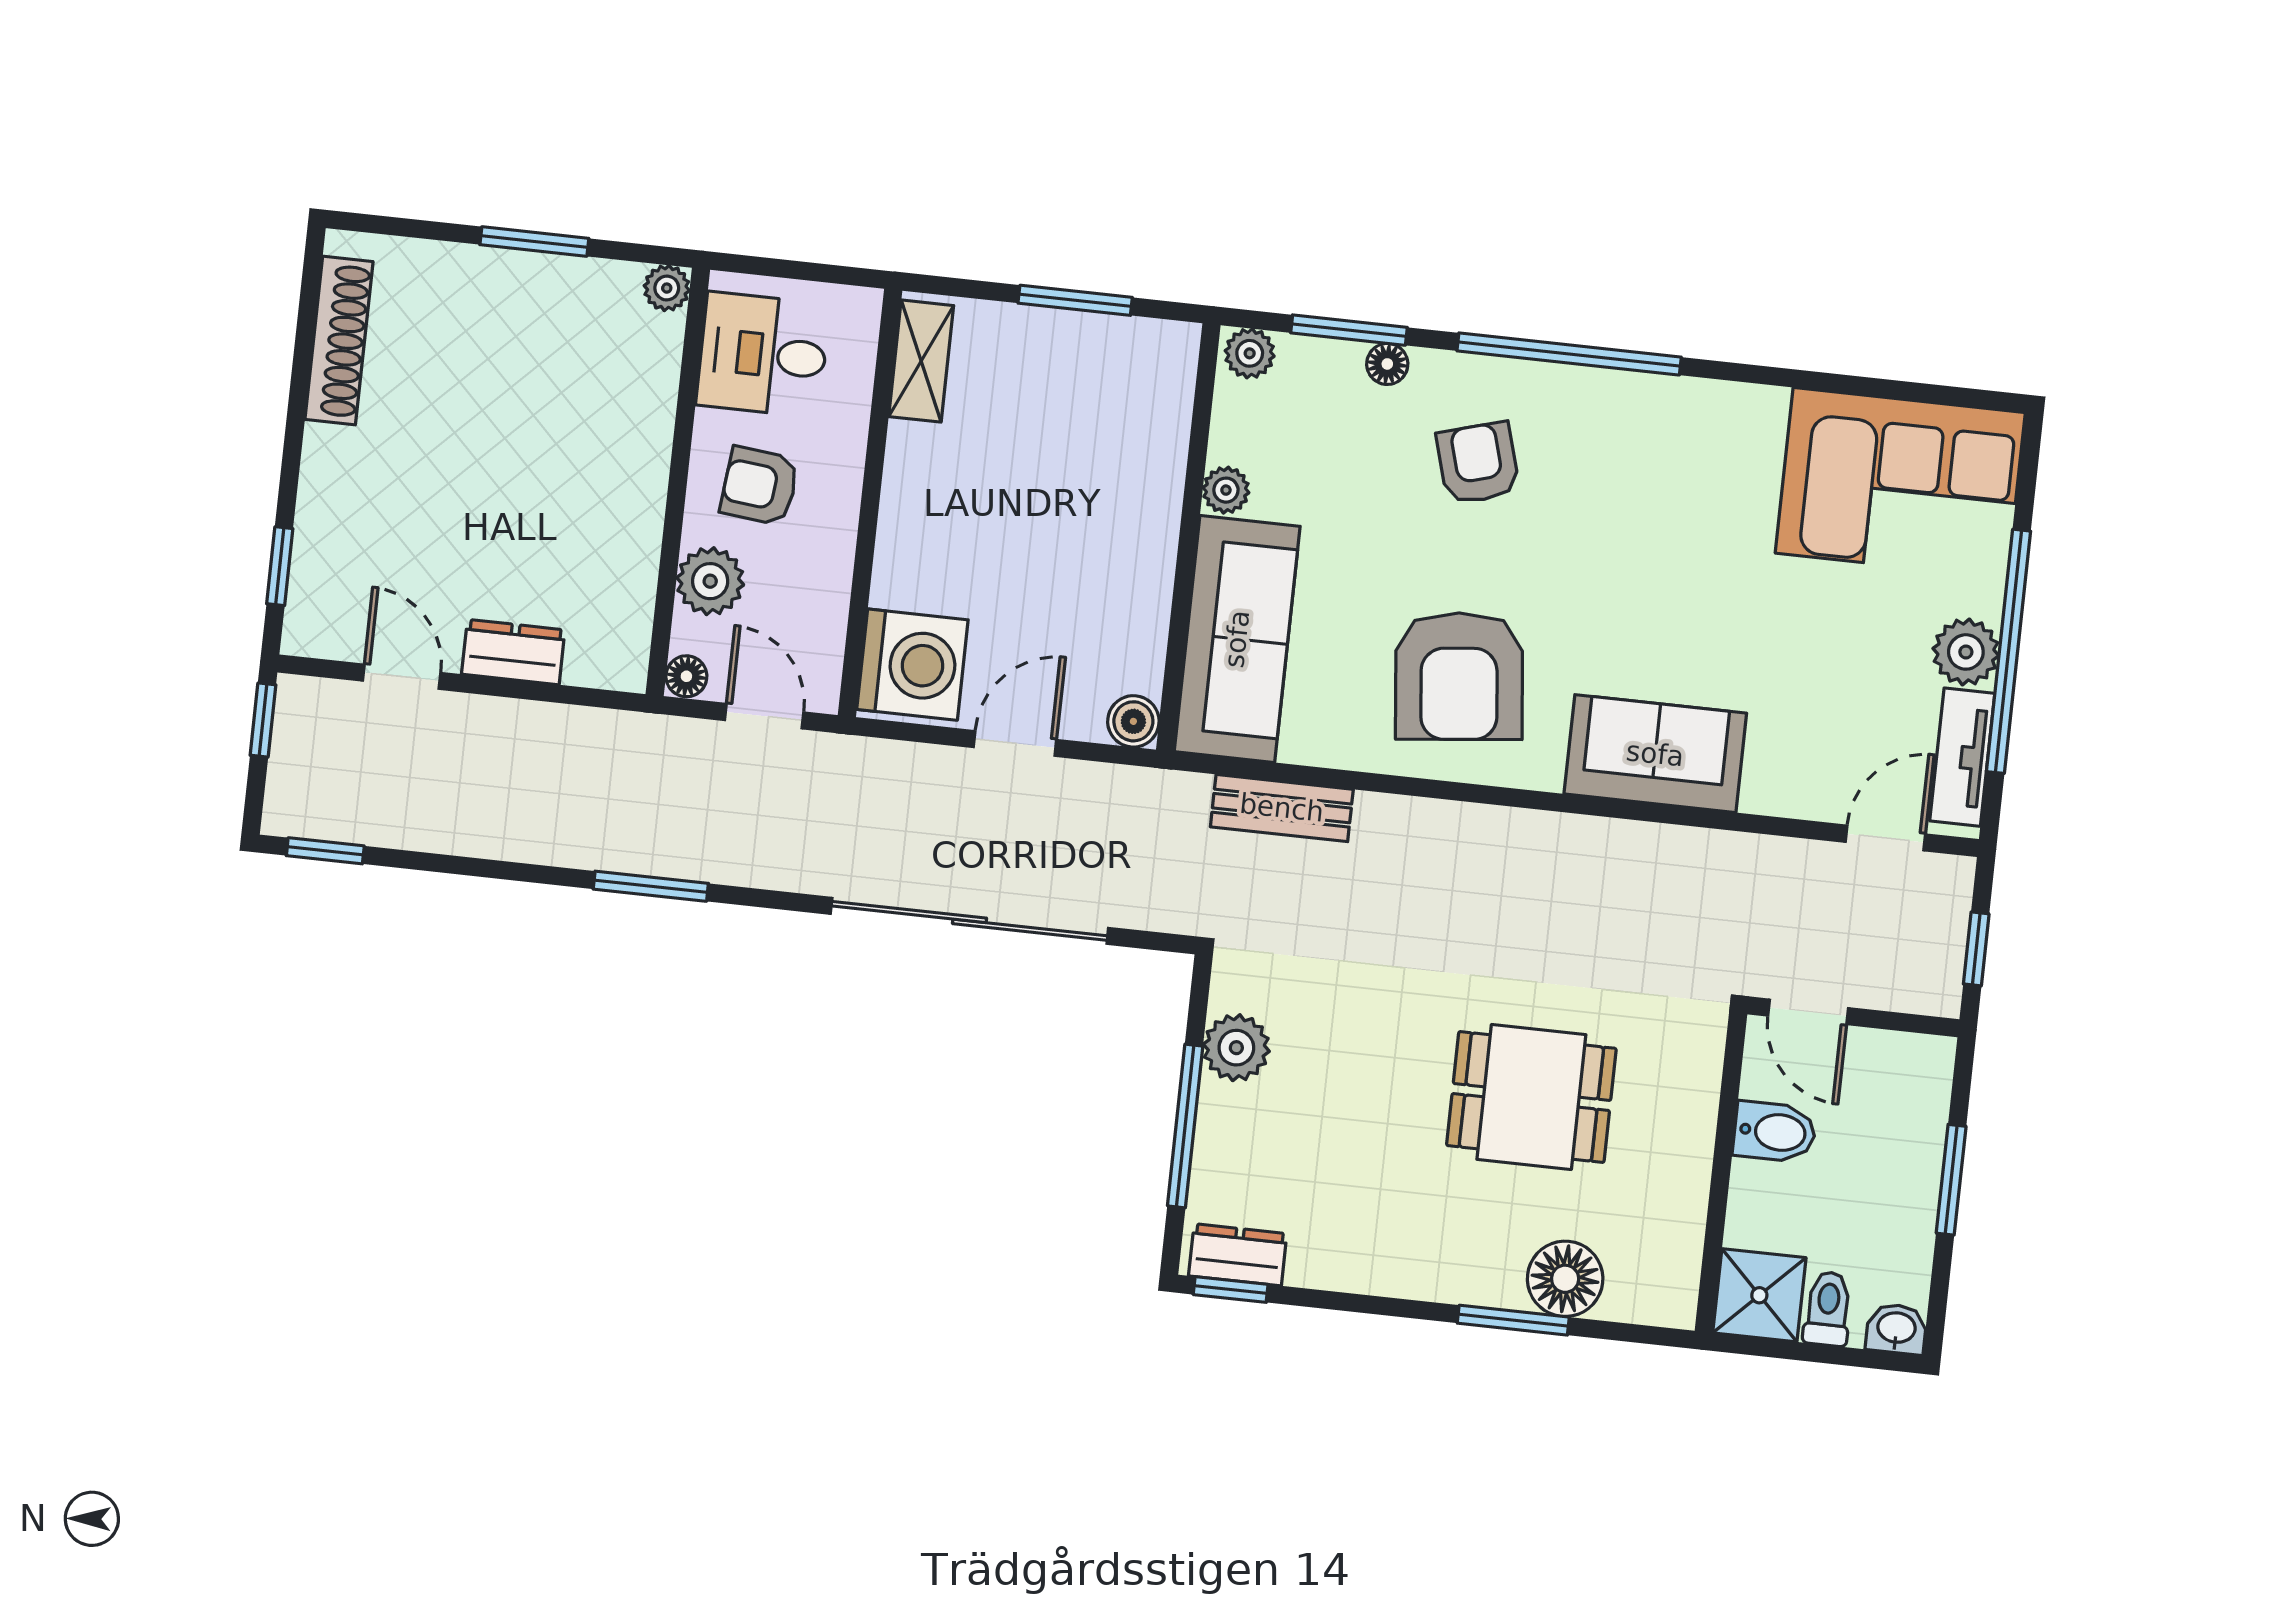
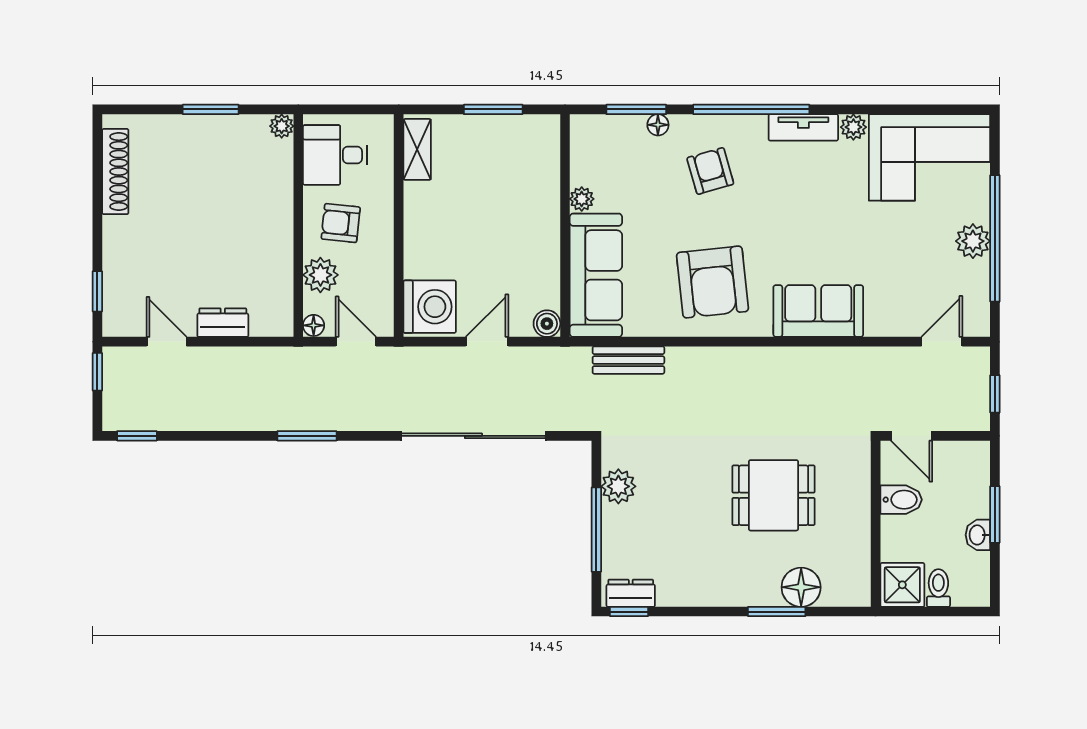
plant: (1250, 353) -> (853, 127), moved
tv unit: (1962, 757) -> (803, 127), moved, turned -90
washbasin: (1896, 1329) -> (978, 535), moved, turned -90

